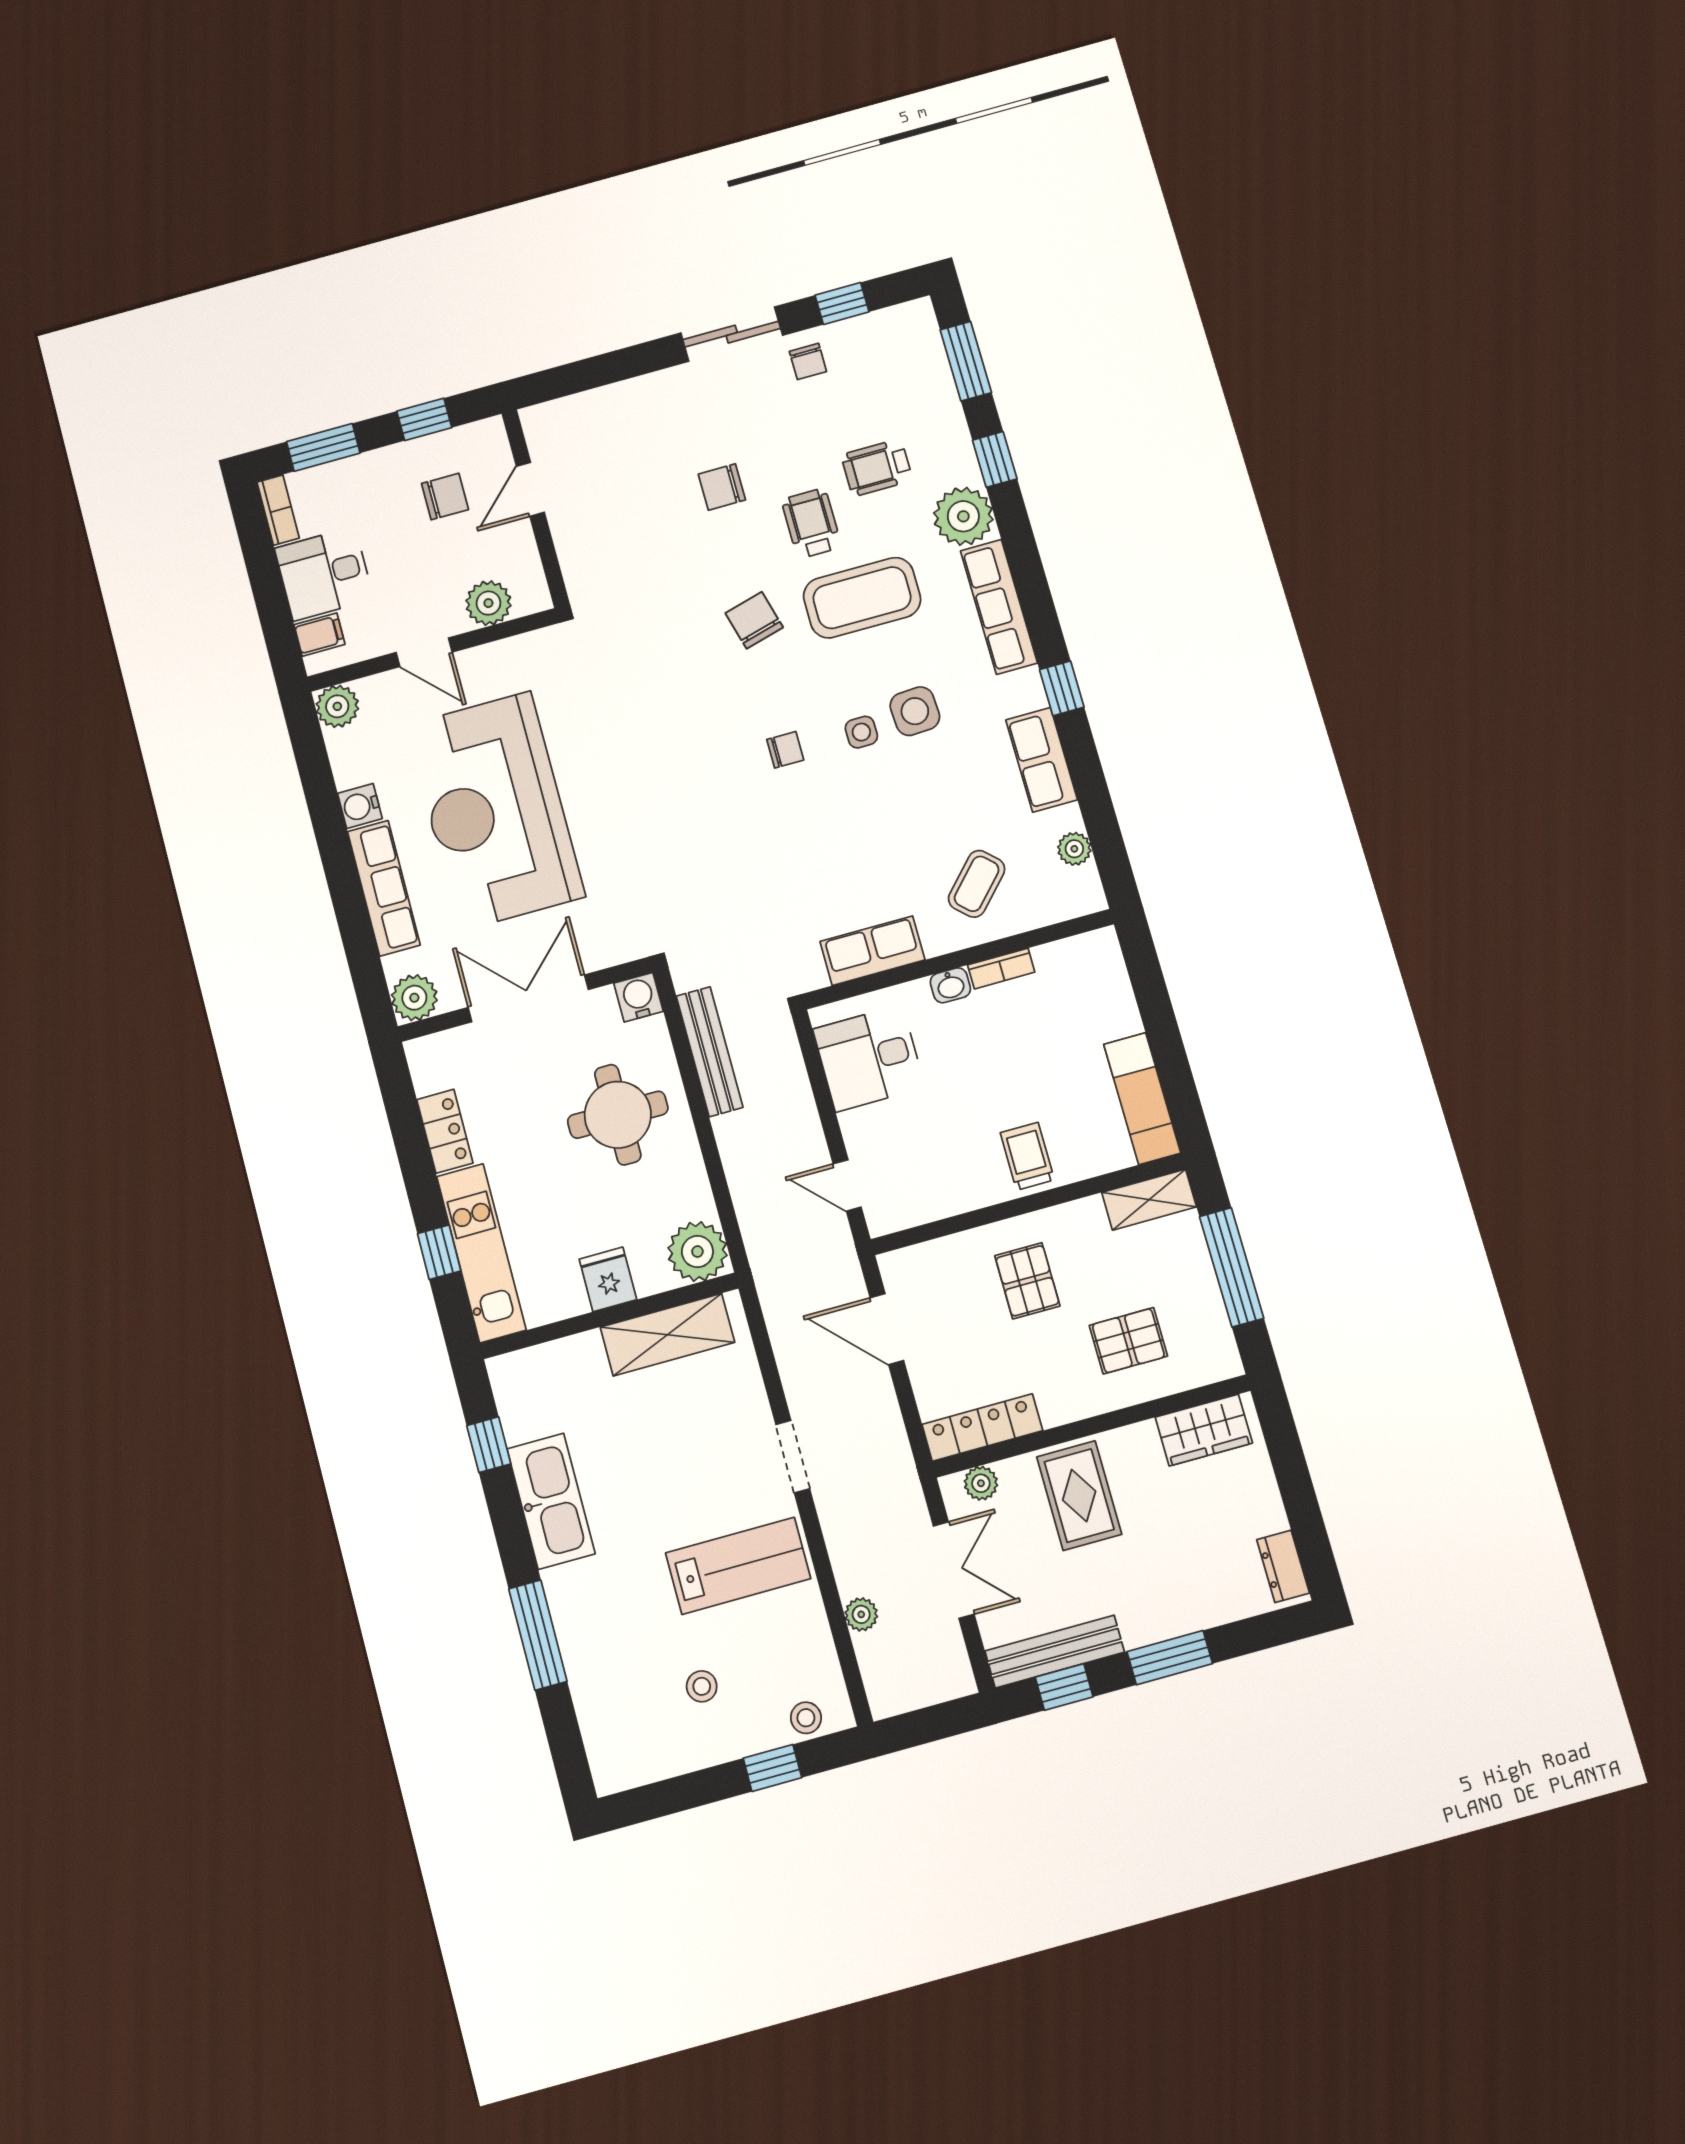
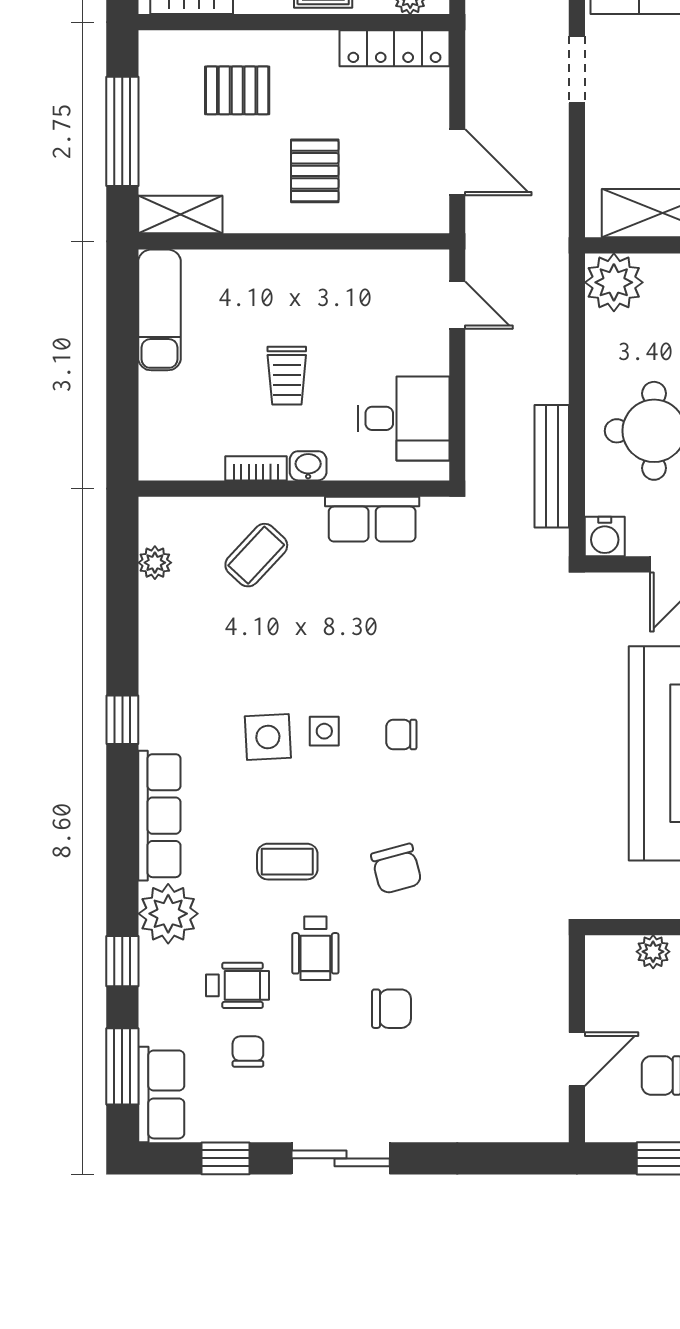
chair: (808, 361) -> (248, 1052), moved
coffee table: (862, 598) -> (287, 862), width x0.54, depth x0.58
plant: (488, 603) -> (653, 952), width x0.73, depth x0.73
row of seats: (1042, 760) -> (161, 1094), moved
trolley: (1027, 1156) -> (287, 376), moved

